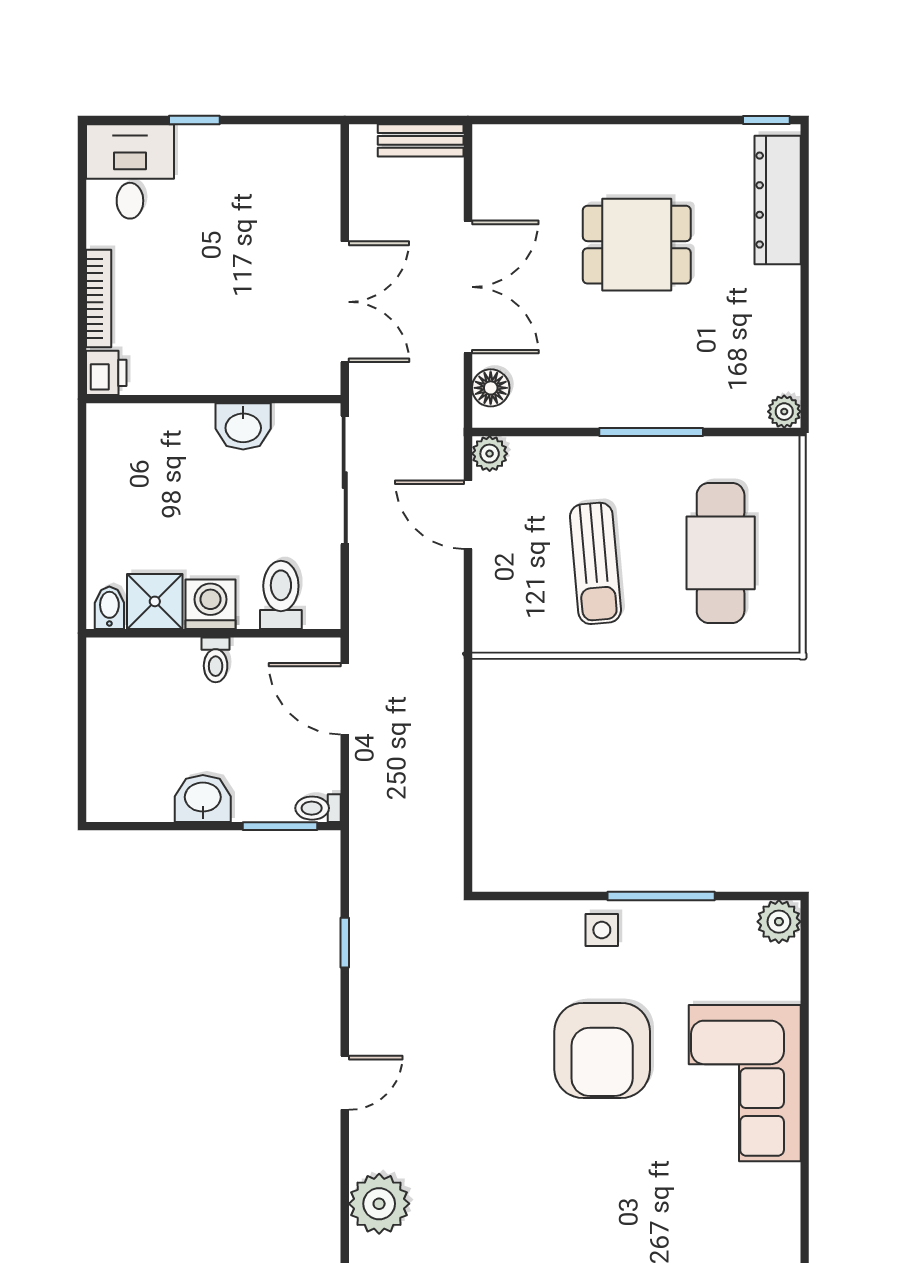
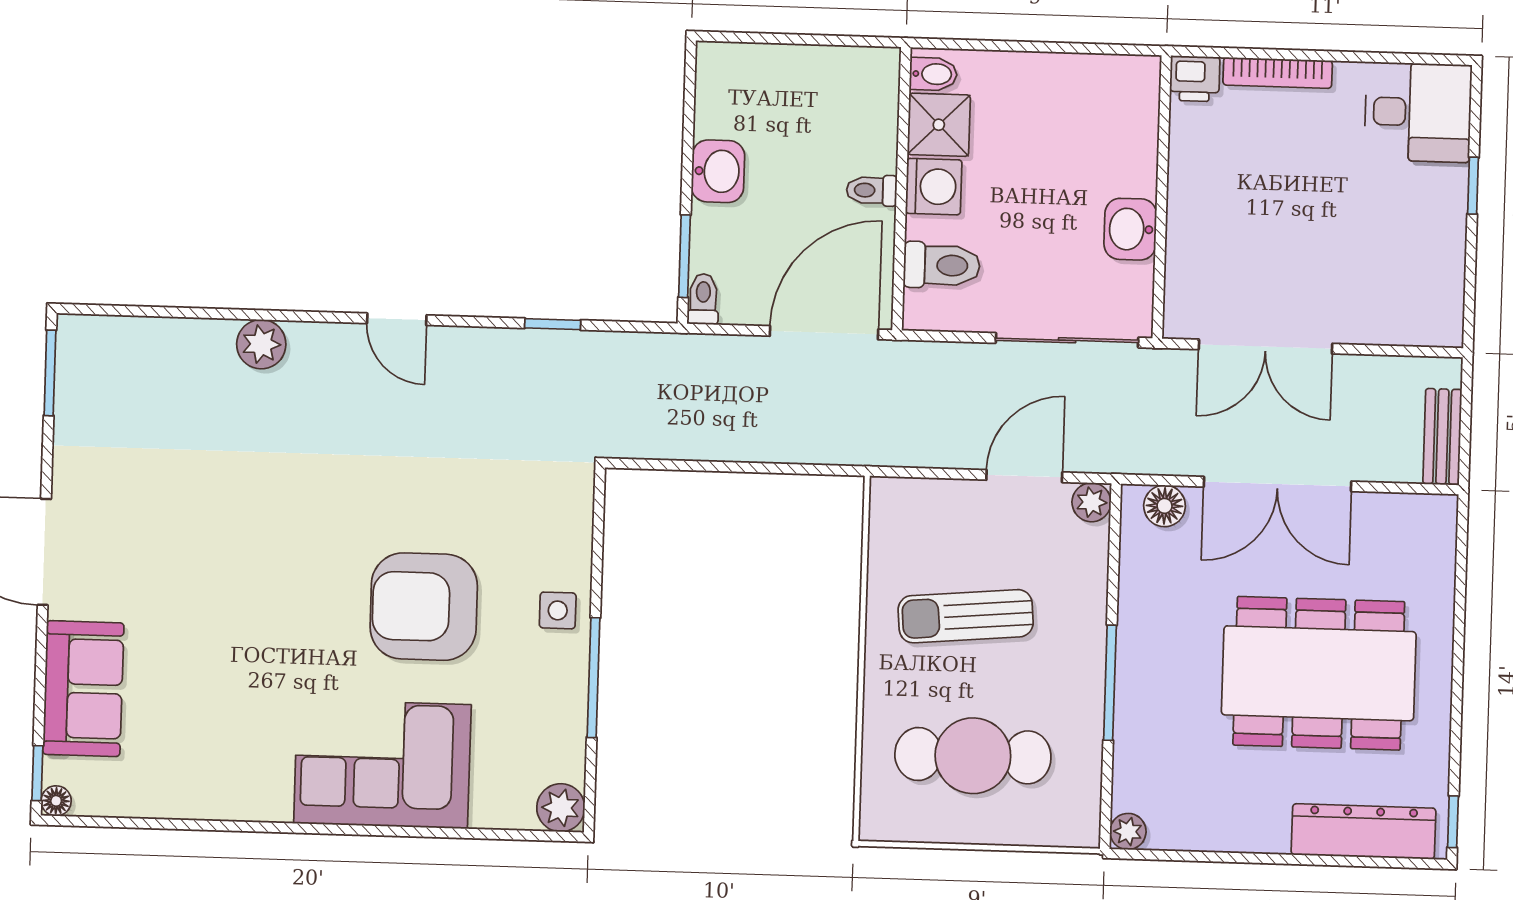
dining table: (637, 245) -> (1319, 673), width x1.88, depth x1.24
door: (345, 699) -> (824, 333), width x1.36
plant: (379, 1204) -> (261, 344), width x0.73, depth x0.73

